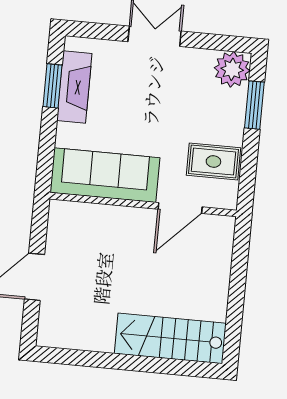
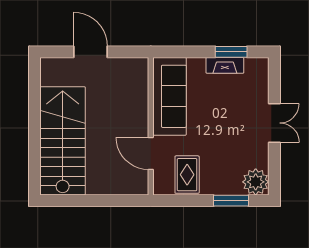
fireplace: (74, 87) -> (225, 65), width x0.73, depth x0.76
stairs: (170, 338) -> (63, 141), width x1.36, depth x1.51

